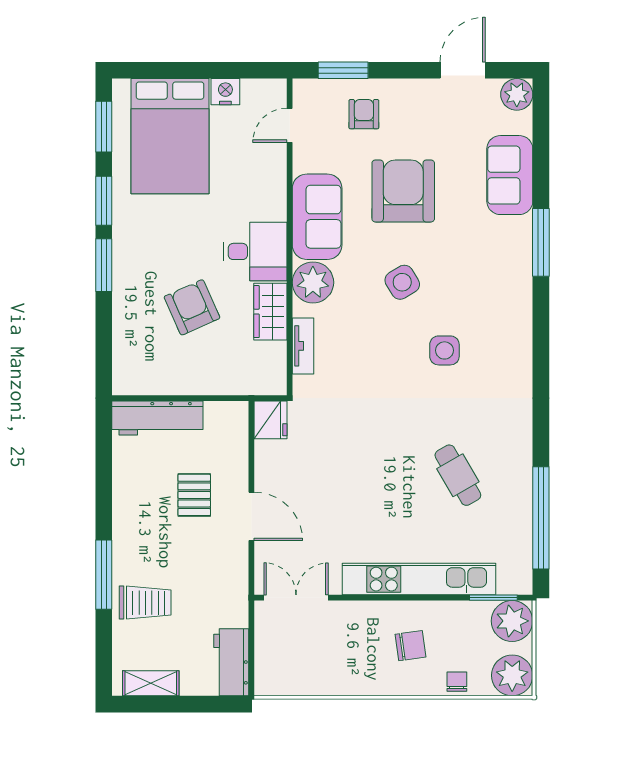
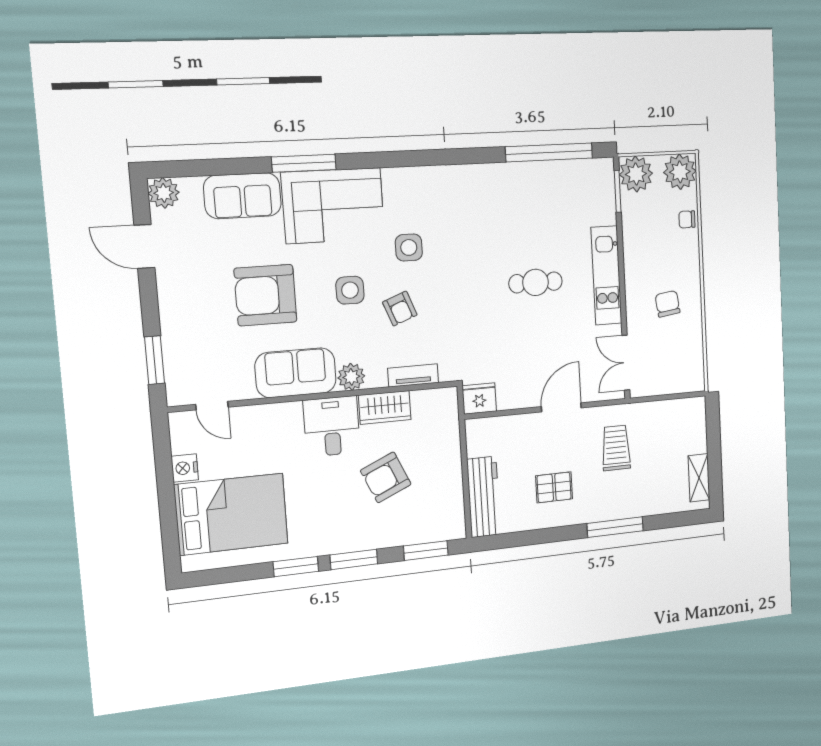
armchair: (364, 114) -> (400, 309), moved, turned -111
window: (104, 127) -> (426, 551), moved
corner sofa: (494, 271) -> (333, 206), added
plant: (313, 282) -> (351, 377), width x0.73, depth x0.73
side table: (402, 282) -> (350, 290), turned 31
cafe table: (458, 475) -> (535, 282), moved, turned 30
pallet: (194, 495) -> (554, 487), moved
kitchen unit: (419, 579) -> (606, 275), width x0.73
trolley: (145, 603) -> (616, 448), moved
chair: (410, 646) -> (668, 304), moved
workbench: (231, 662) -> (680, 413), removed

